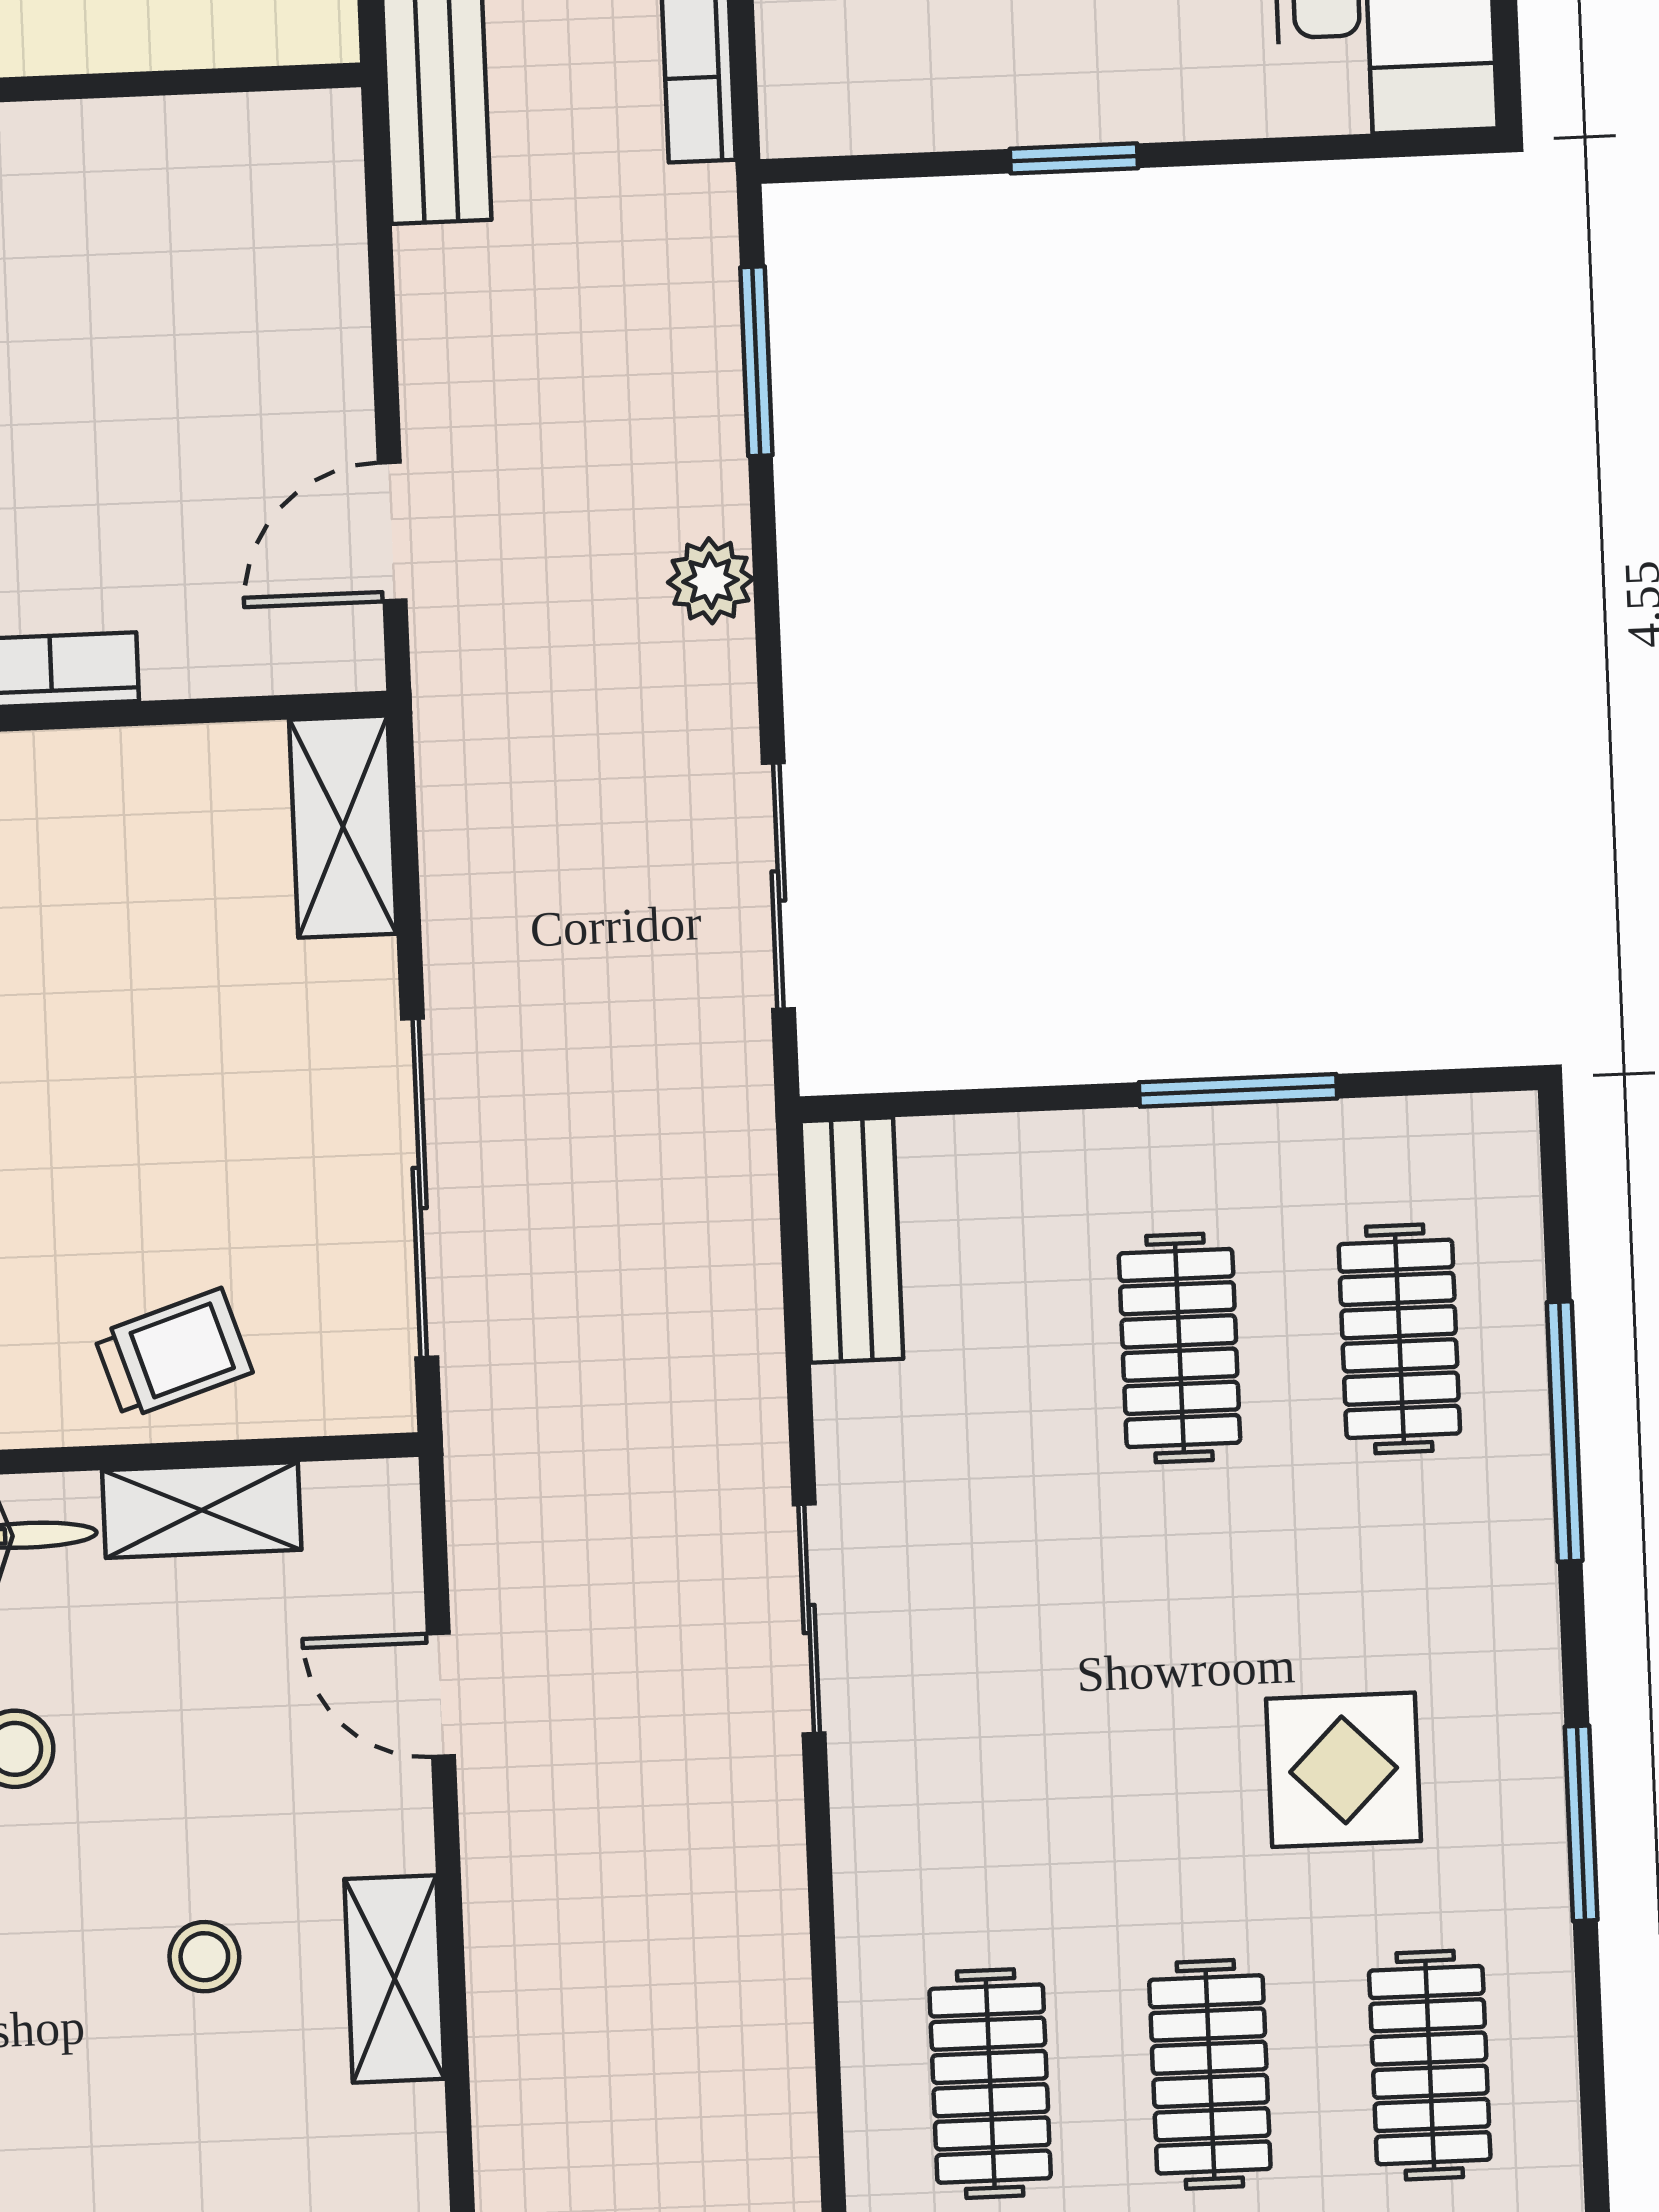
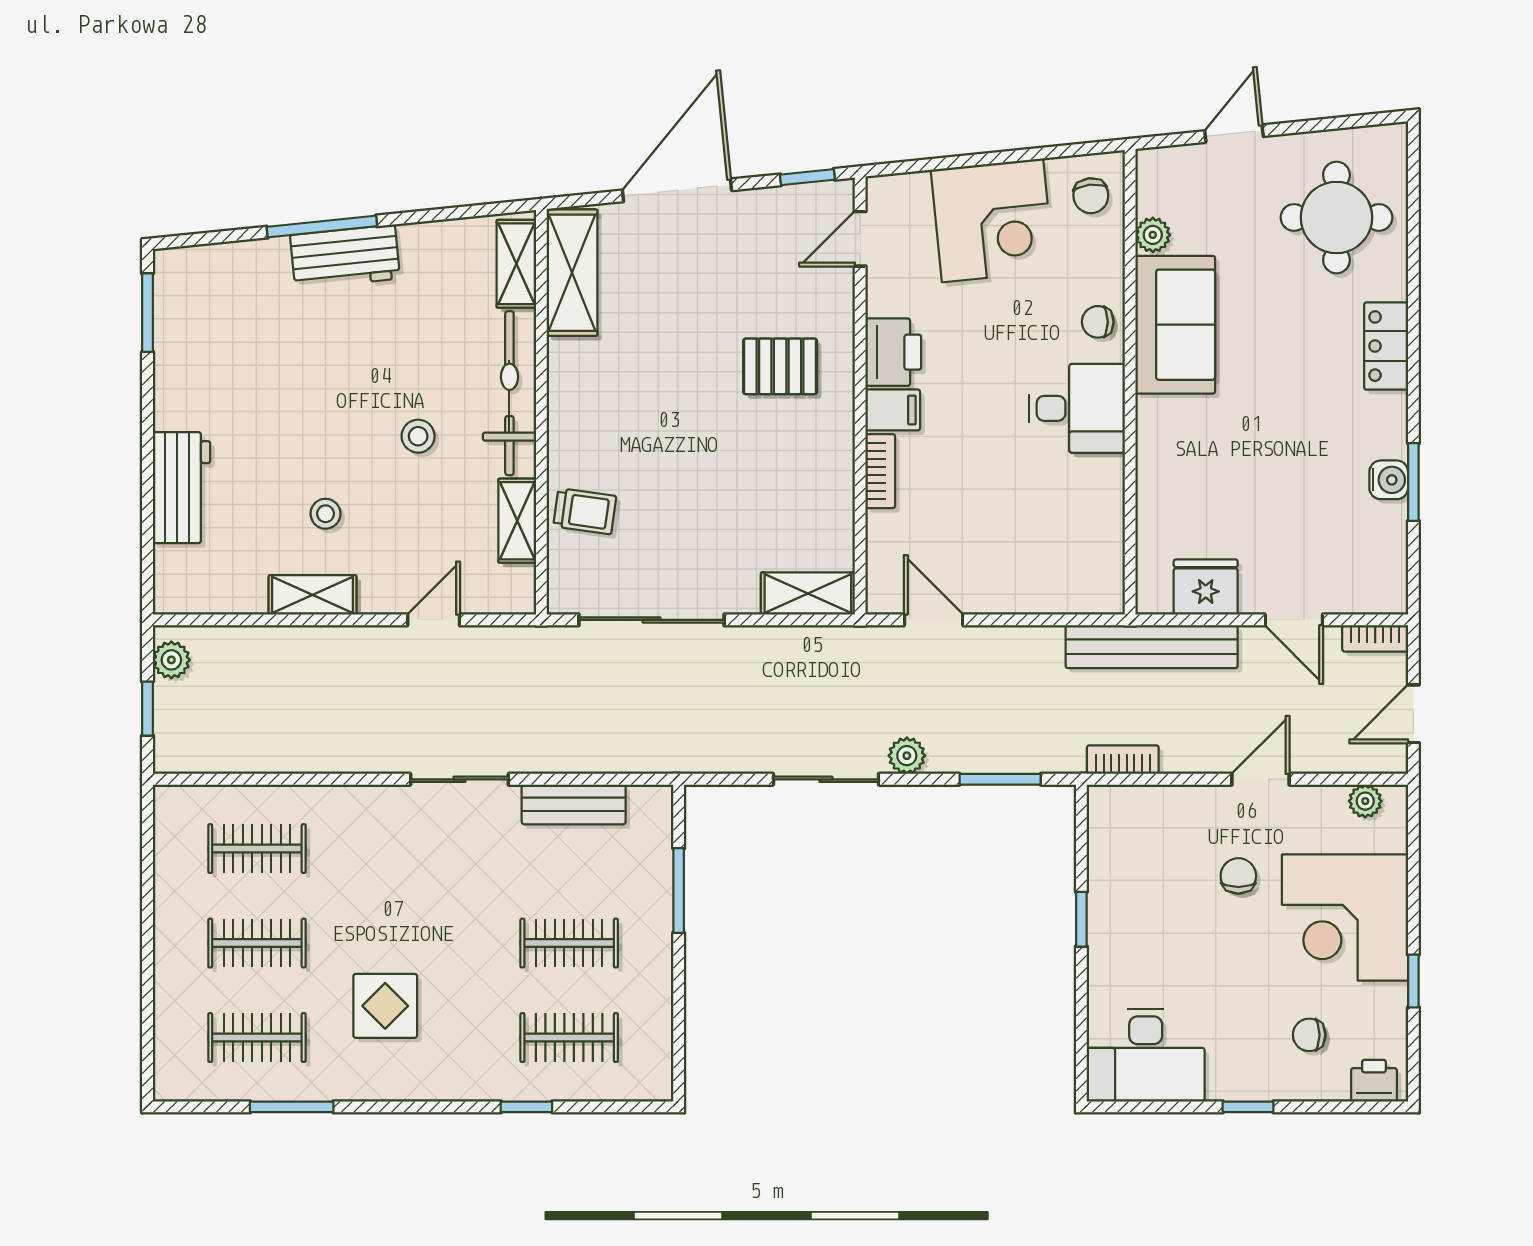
sliding door: (778, 886) -> (826, 779), moved
window: (1238, 1090) -> (679, 891), moved
bench: (852, 1240) -> (574, 804), moved
trolley: (173, 1354) -> (585, 511), turned -64
window: (1565, 1431) -> (526, 1107), width x0.46
window: (1581, 1823) -> (292, 1107), moved

